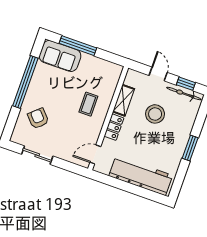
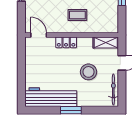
window: (186, 84) -> (122, 88), removed
shelving: (124, 100) -> (106, 42), moved
workbench: (141, 176) -> (51, 97), moved, turned -90

